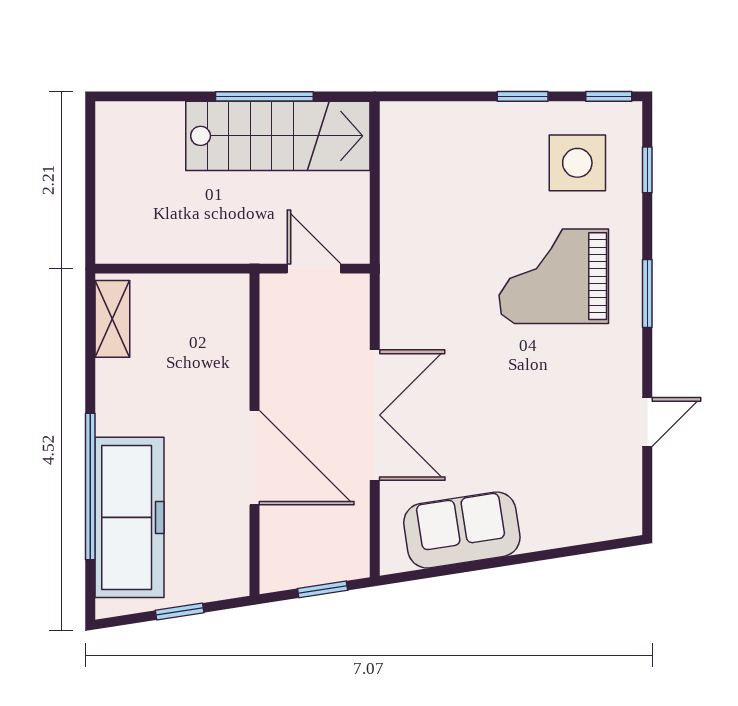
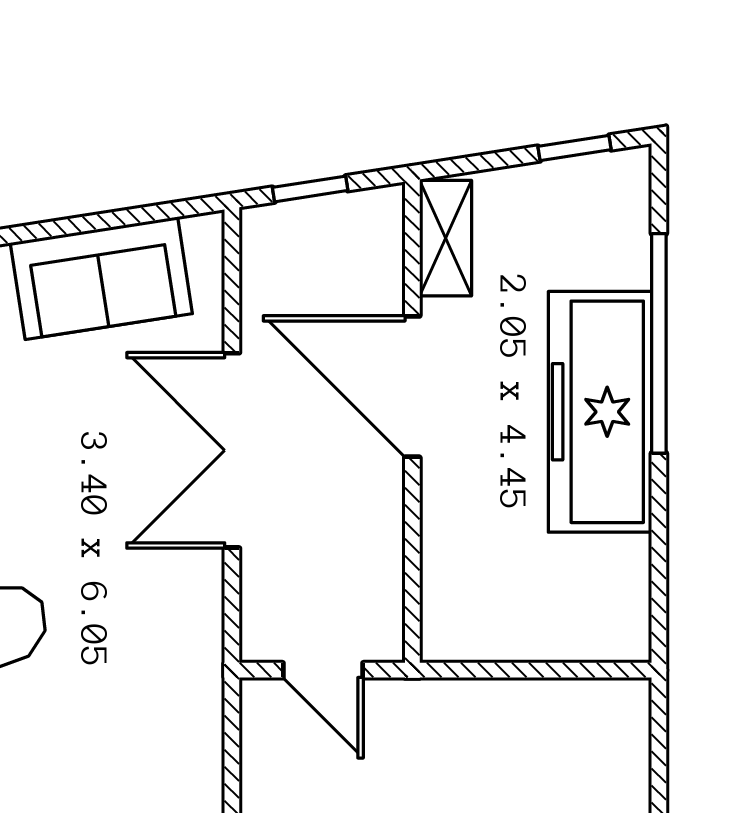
shelving: (112, 319) -> (446, 238), moved
freezer: (129, 517) -> (600, 412), moved
window: (180, 612) -> (575, 148), moved

